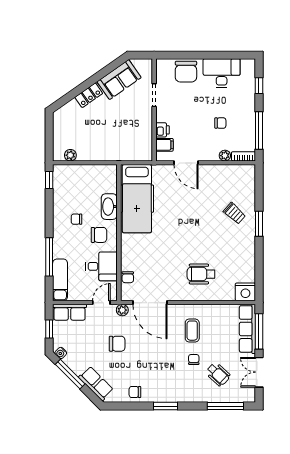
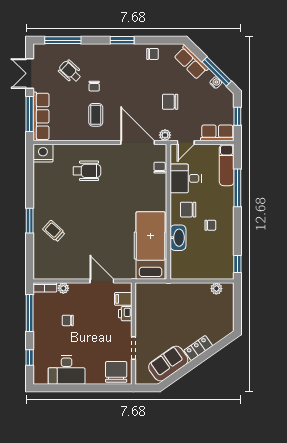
chair: (186, 72) -> (116, 372), moved
water cooler: (61, 353) -> (216, 83), moved
double door: (259, 372) -> (30, 73), swing flipped

